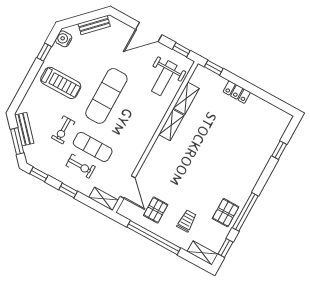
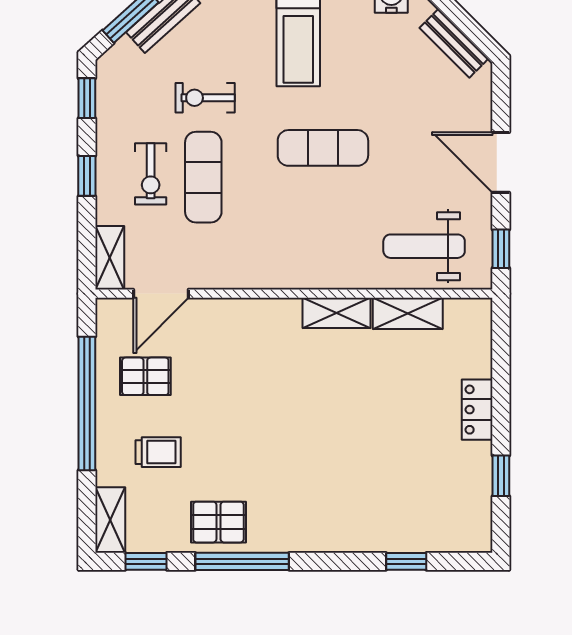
window: (214, 68) -> (501, 476), moved
exercise mat: (106, 96) -> (323, 148), width x0.73, depth x0.69

